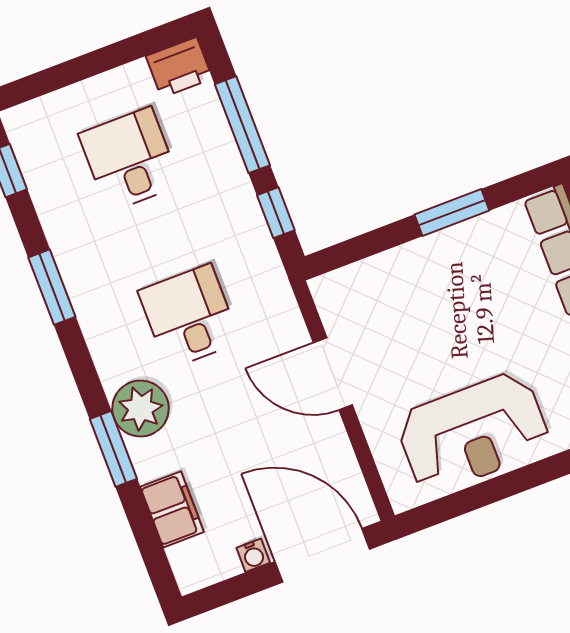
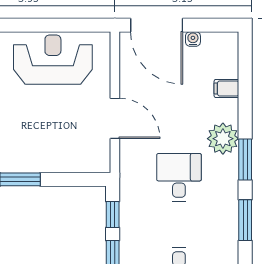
desk: (189, 316) -> (179, 177), turned 180
window: (113, 449) -> (245, 160), moved
filing cabinet: (172, 509) -> (226, 88), width x0.50

